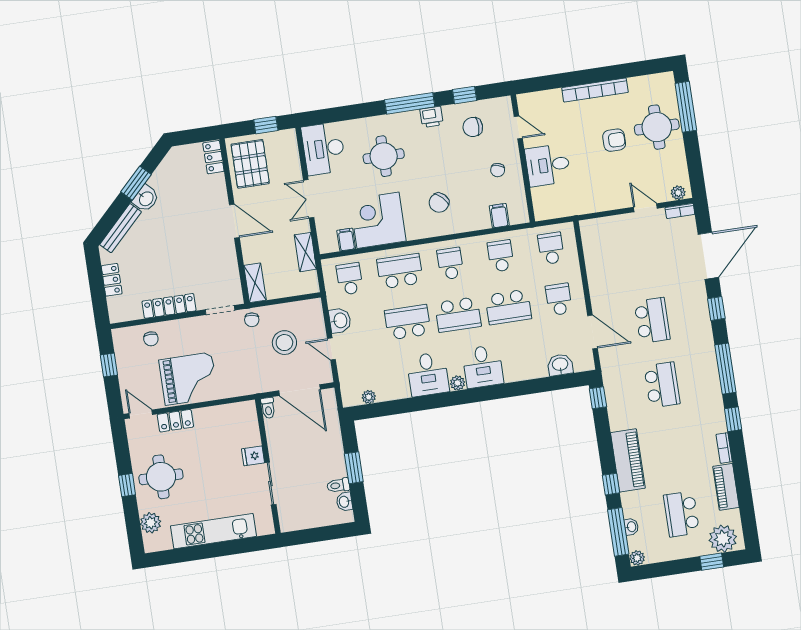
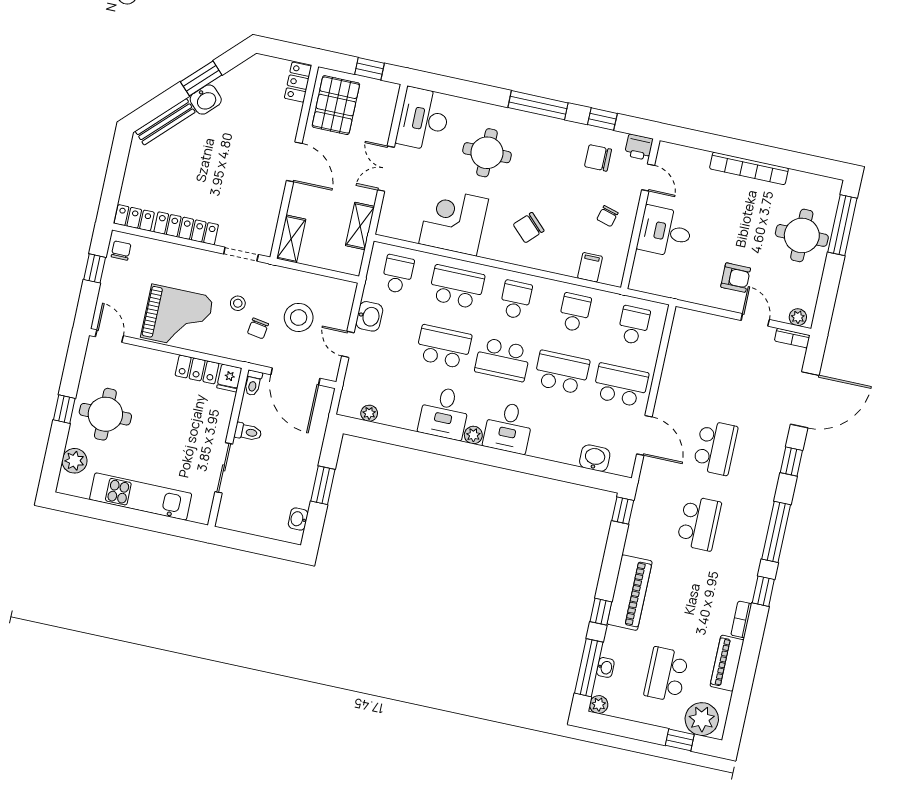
printer: (432, 117) -> (639, 147), moved
armchair: (614, 140) -> (736, 278), moved
filing cabinet: (346, 240) -> (410, 229), removed
locker: (112, 280) -> (134, 218), moved, turned -90
school desk: (559, 299) -> (621, 385), width x1.85
school desk: (508, 307) -> (562, 372), turned 180
chair: (252, 320) -> (258, 328), moved
chair: (151, 339) -> (121, 251), moved, turned 180
stool: (232, 350) -> (238, 303), added
locker: (175, 421) -> (197, 369), moved
fridge: (253, 456) -> (229, 378), moved, turned -90
toilet: (338, 485) -> (248, 432), moved, turned 180

